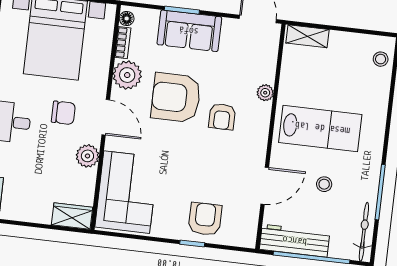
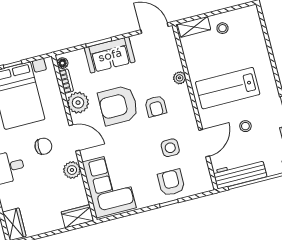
stool: (381, 59) -> (222, 28), moved
lab bench: (320, 128) -> (228, 88), turned 180
side table: (220, 175) -> (170, 148), added

